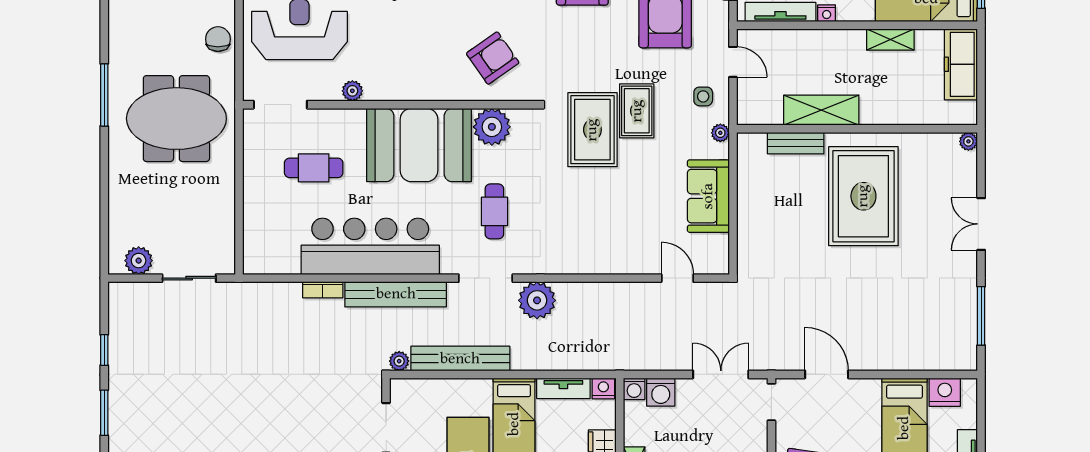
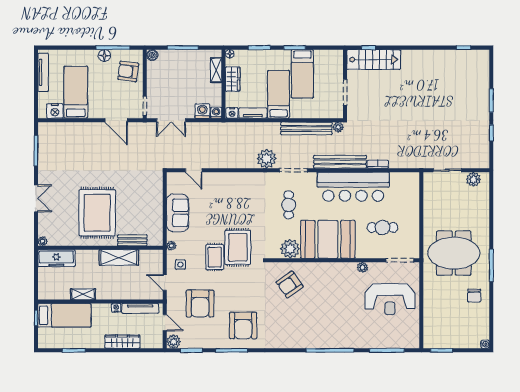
chair: (218, 39) -> (474, 296), moved
freezer: (961, 64) -> (56, 258), moved, turned 90

